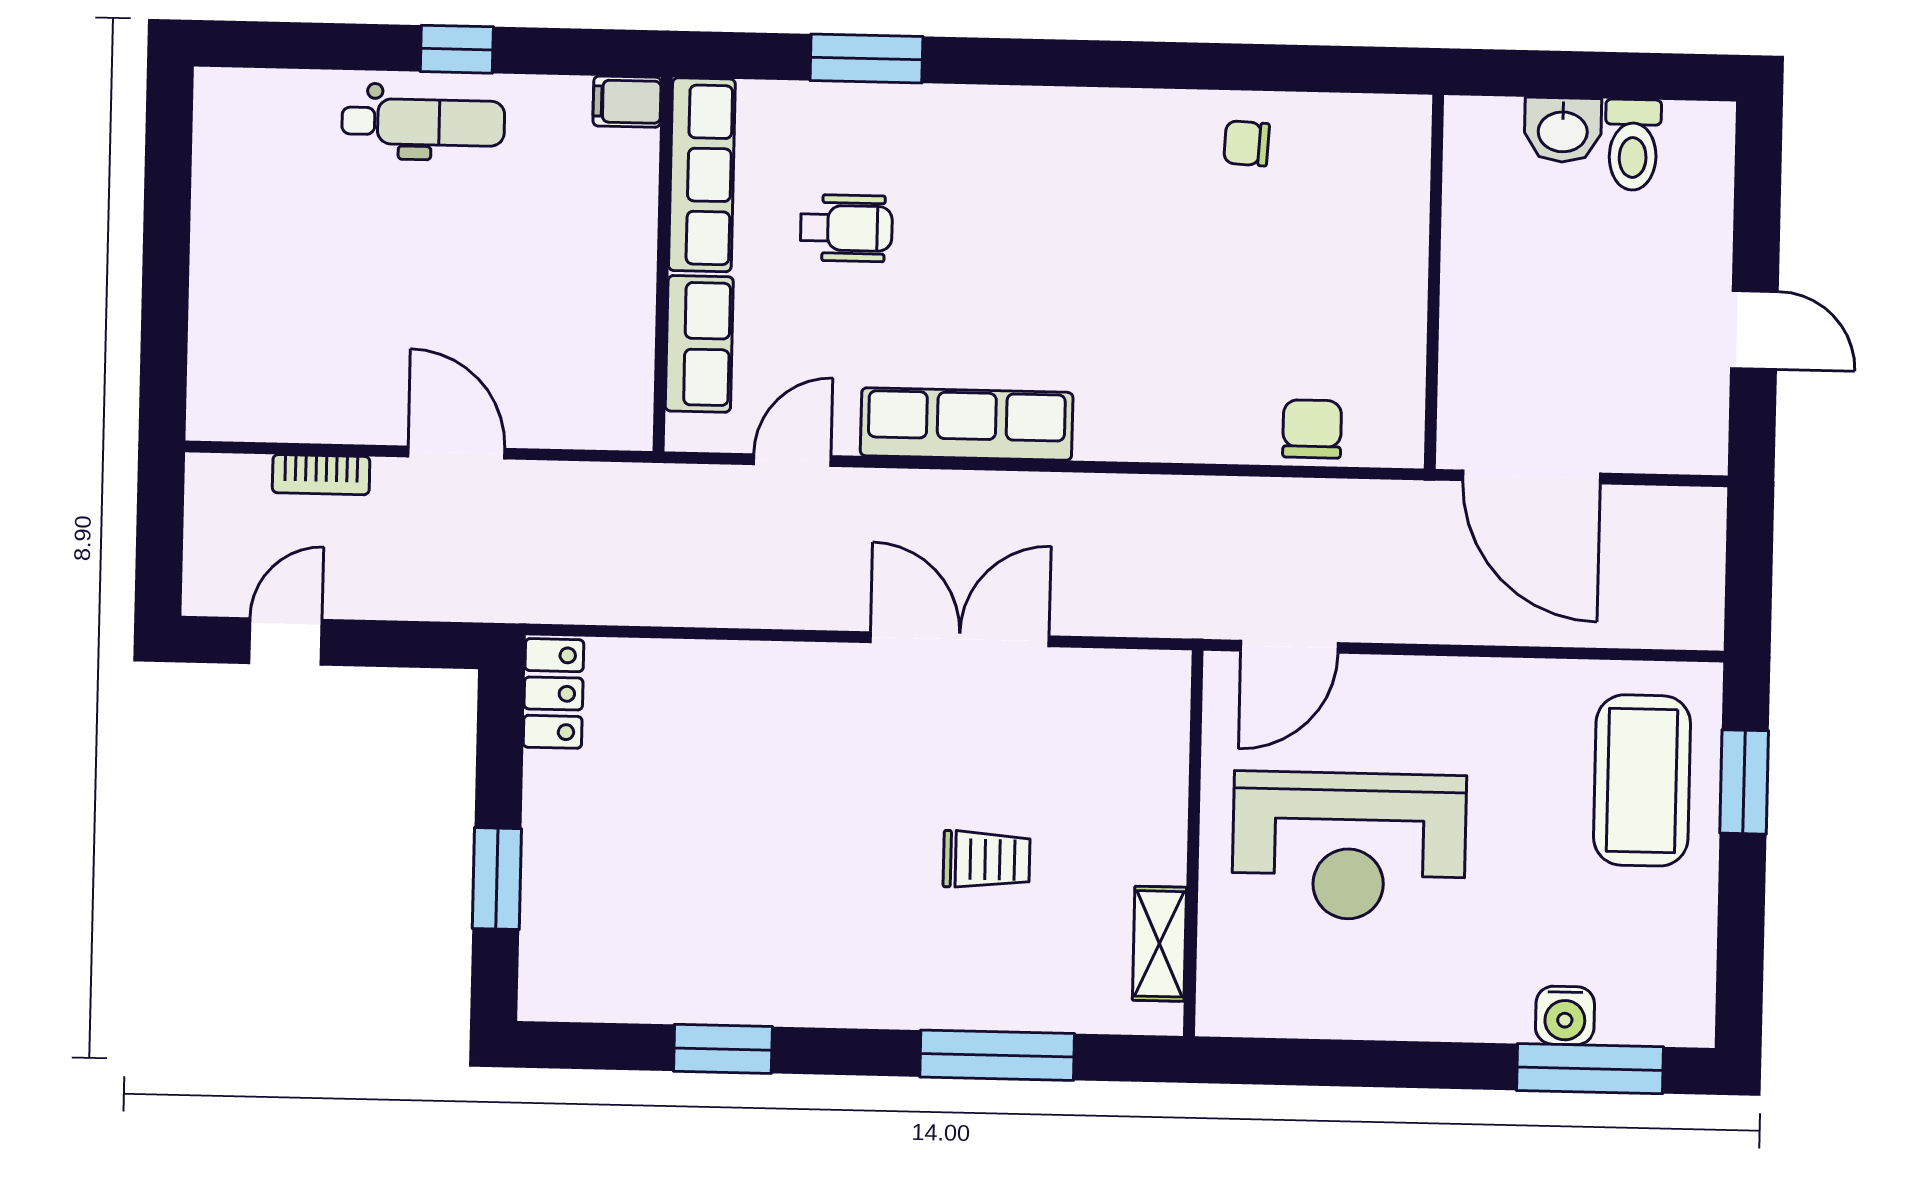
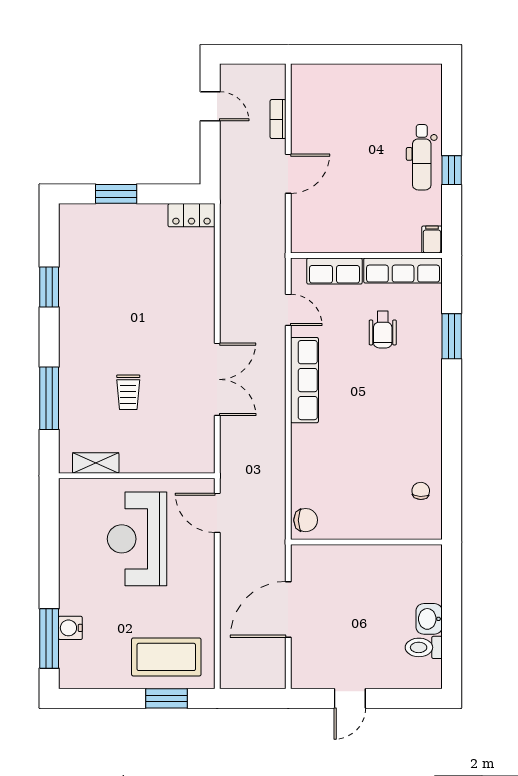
wall: (1434, 282) -> (366, 542), moved

